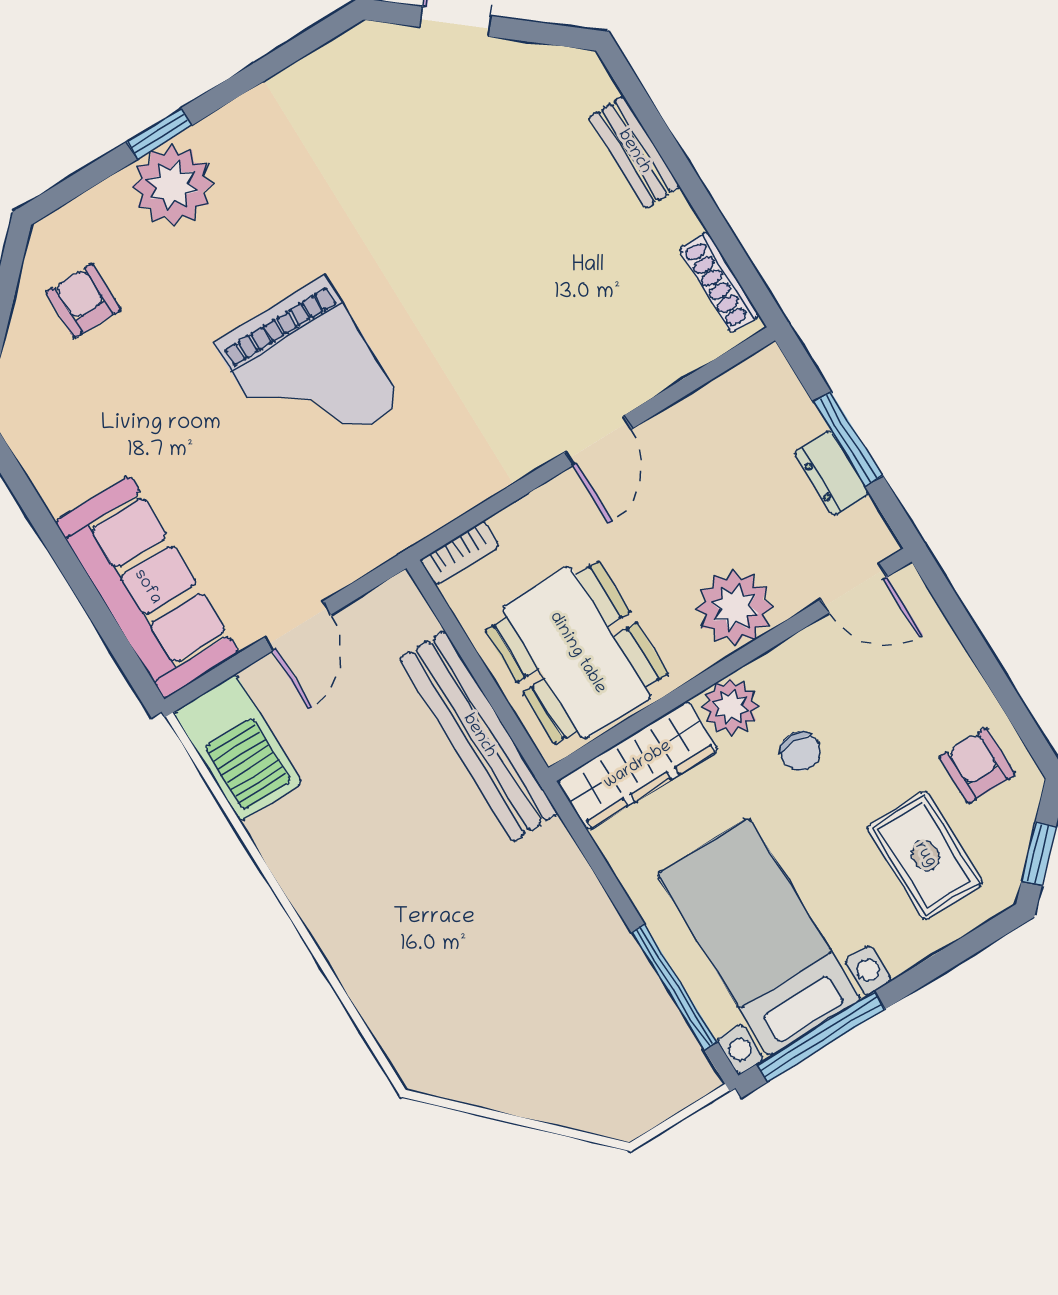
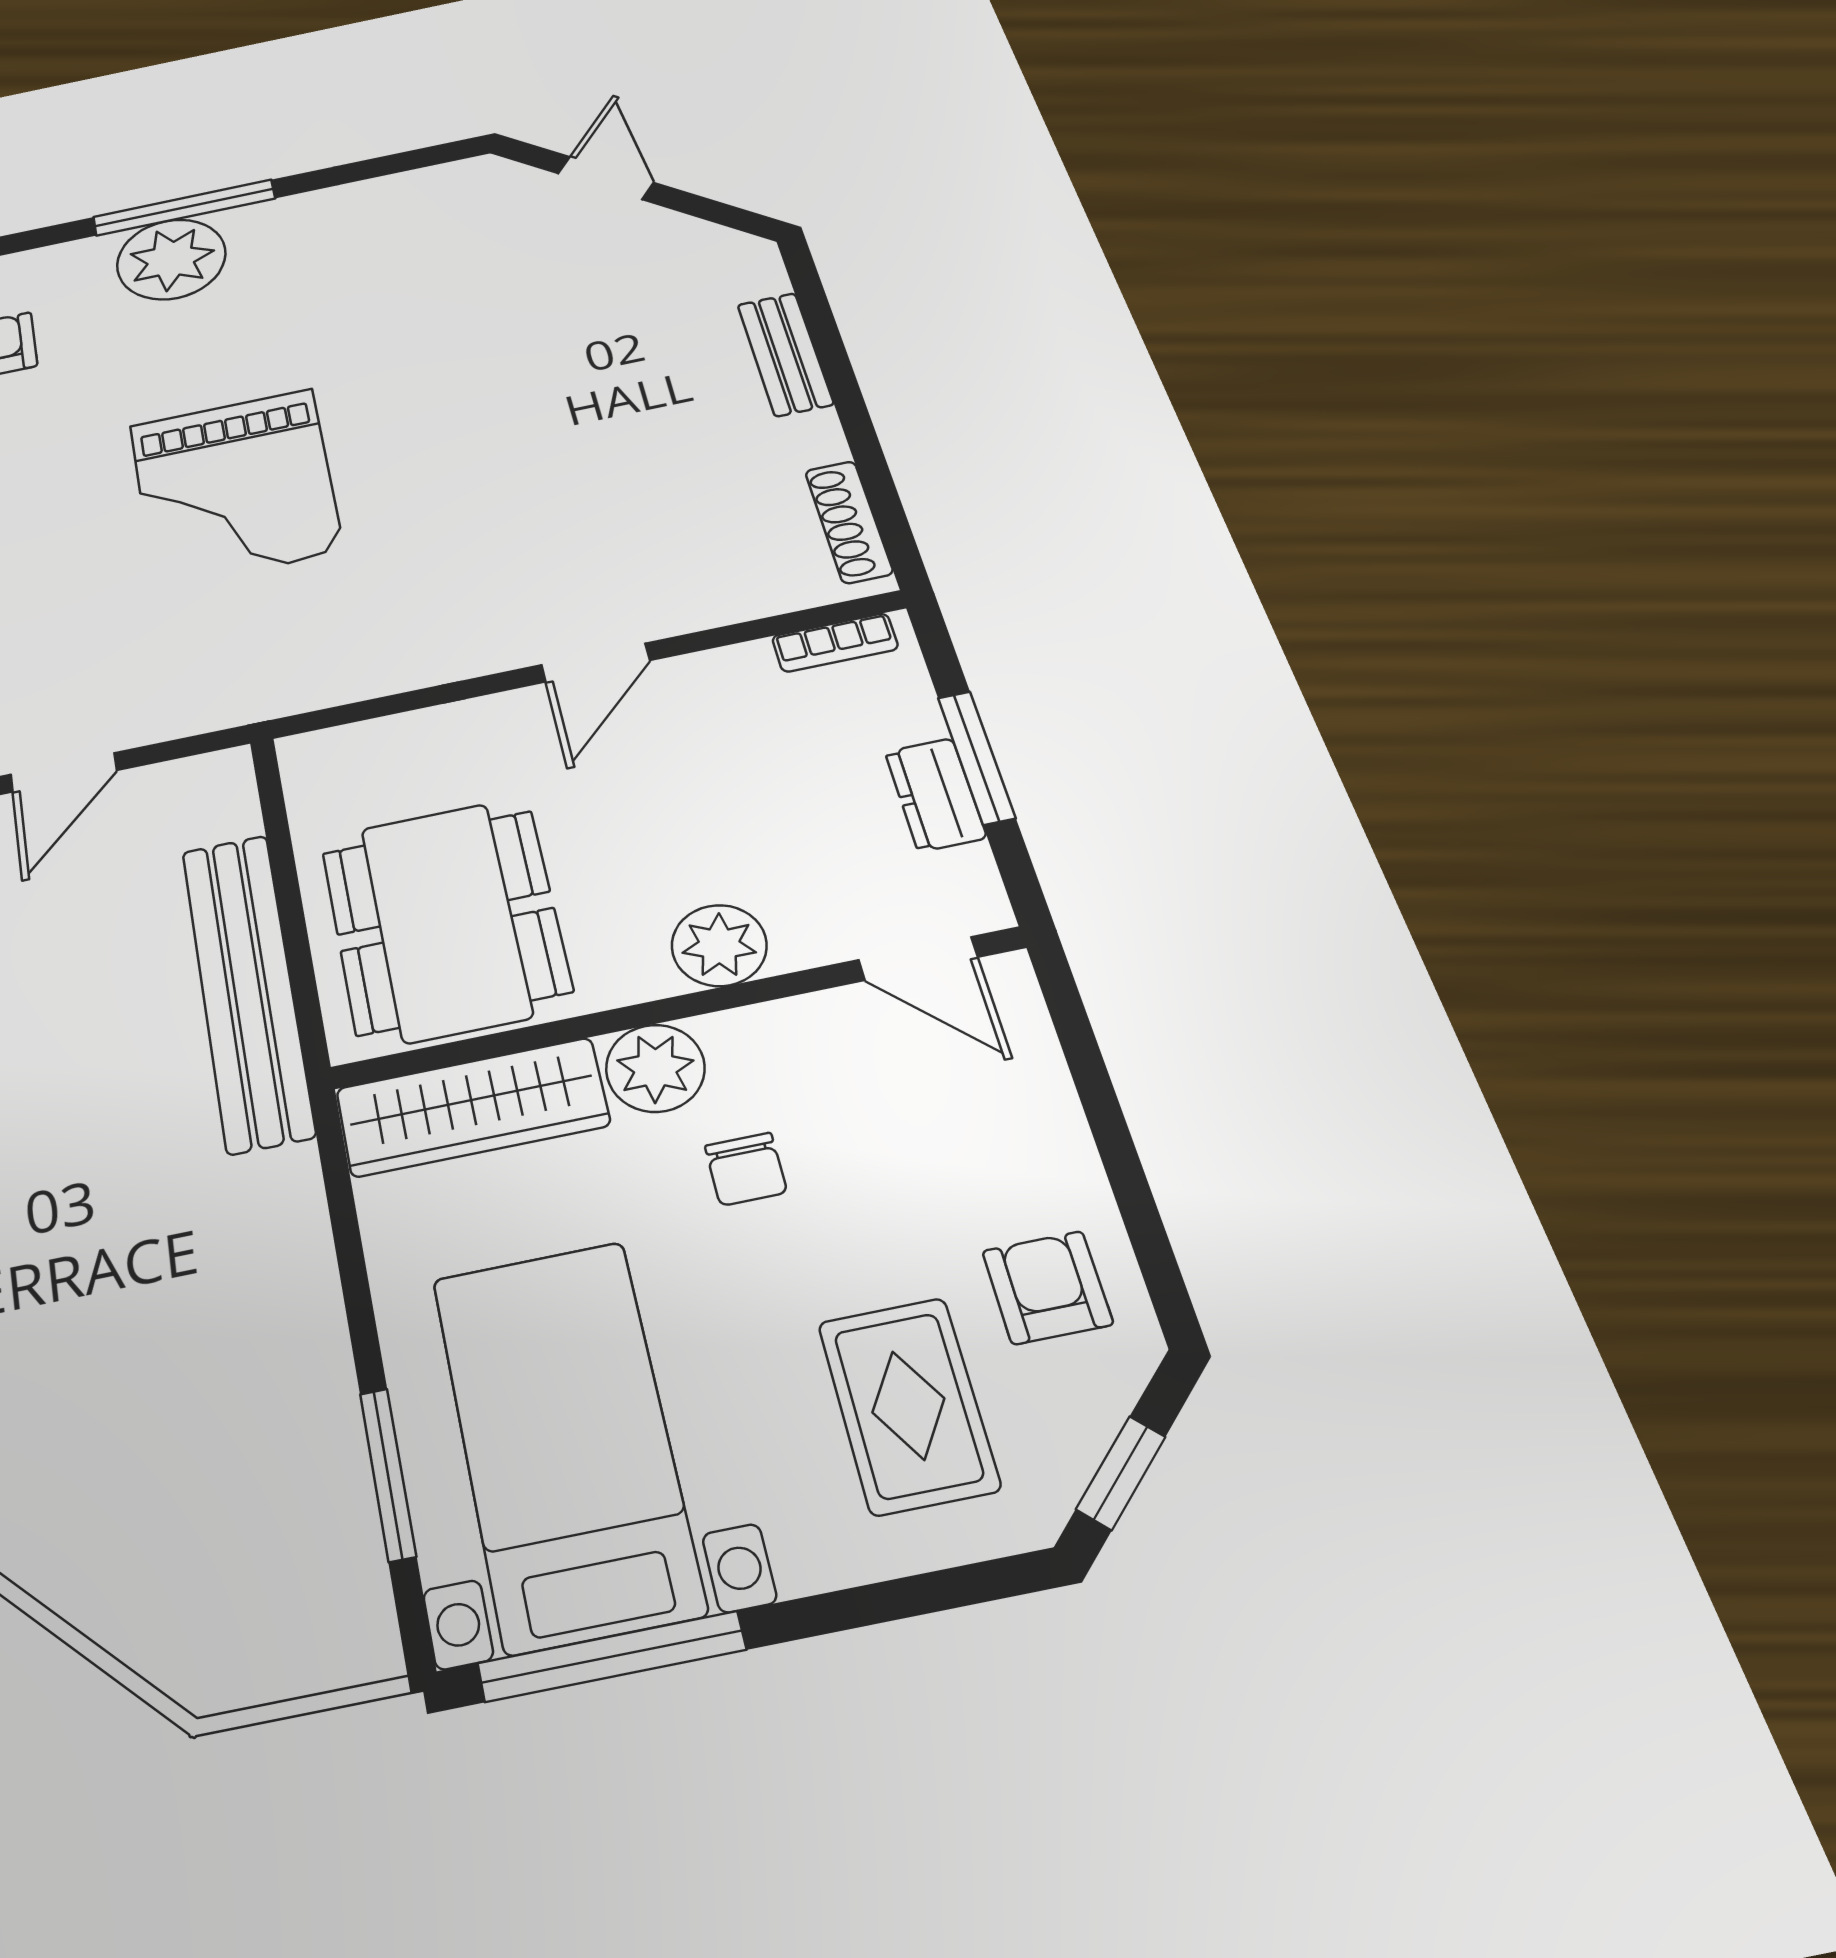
window: (159, 134) -> (184, 208), width x2.17
bookcase: (460, 553) -> (835, 643), moved
plant: (735, 608) -> (719, 945), width x0.73, depth x0.73
window: (674, 987) -> (388, 1474), width x0.69

